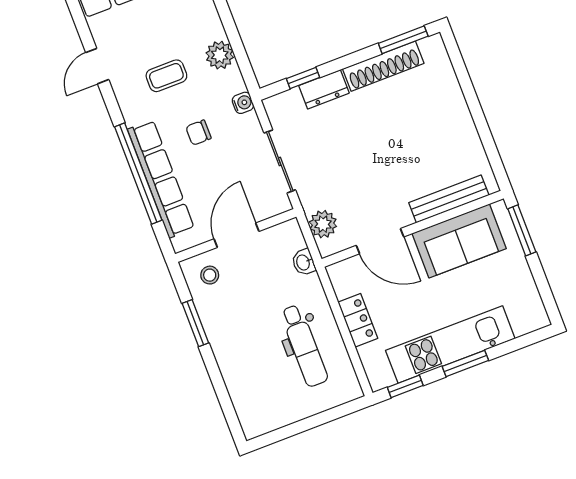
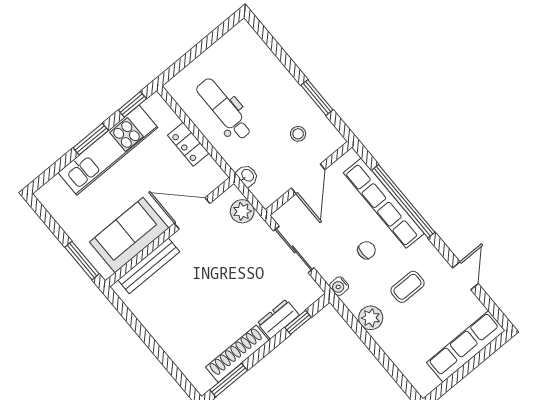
stool: (210, 275) -> (298, 134), moved

